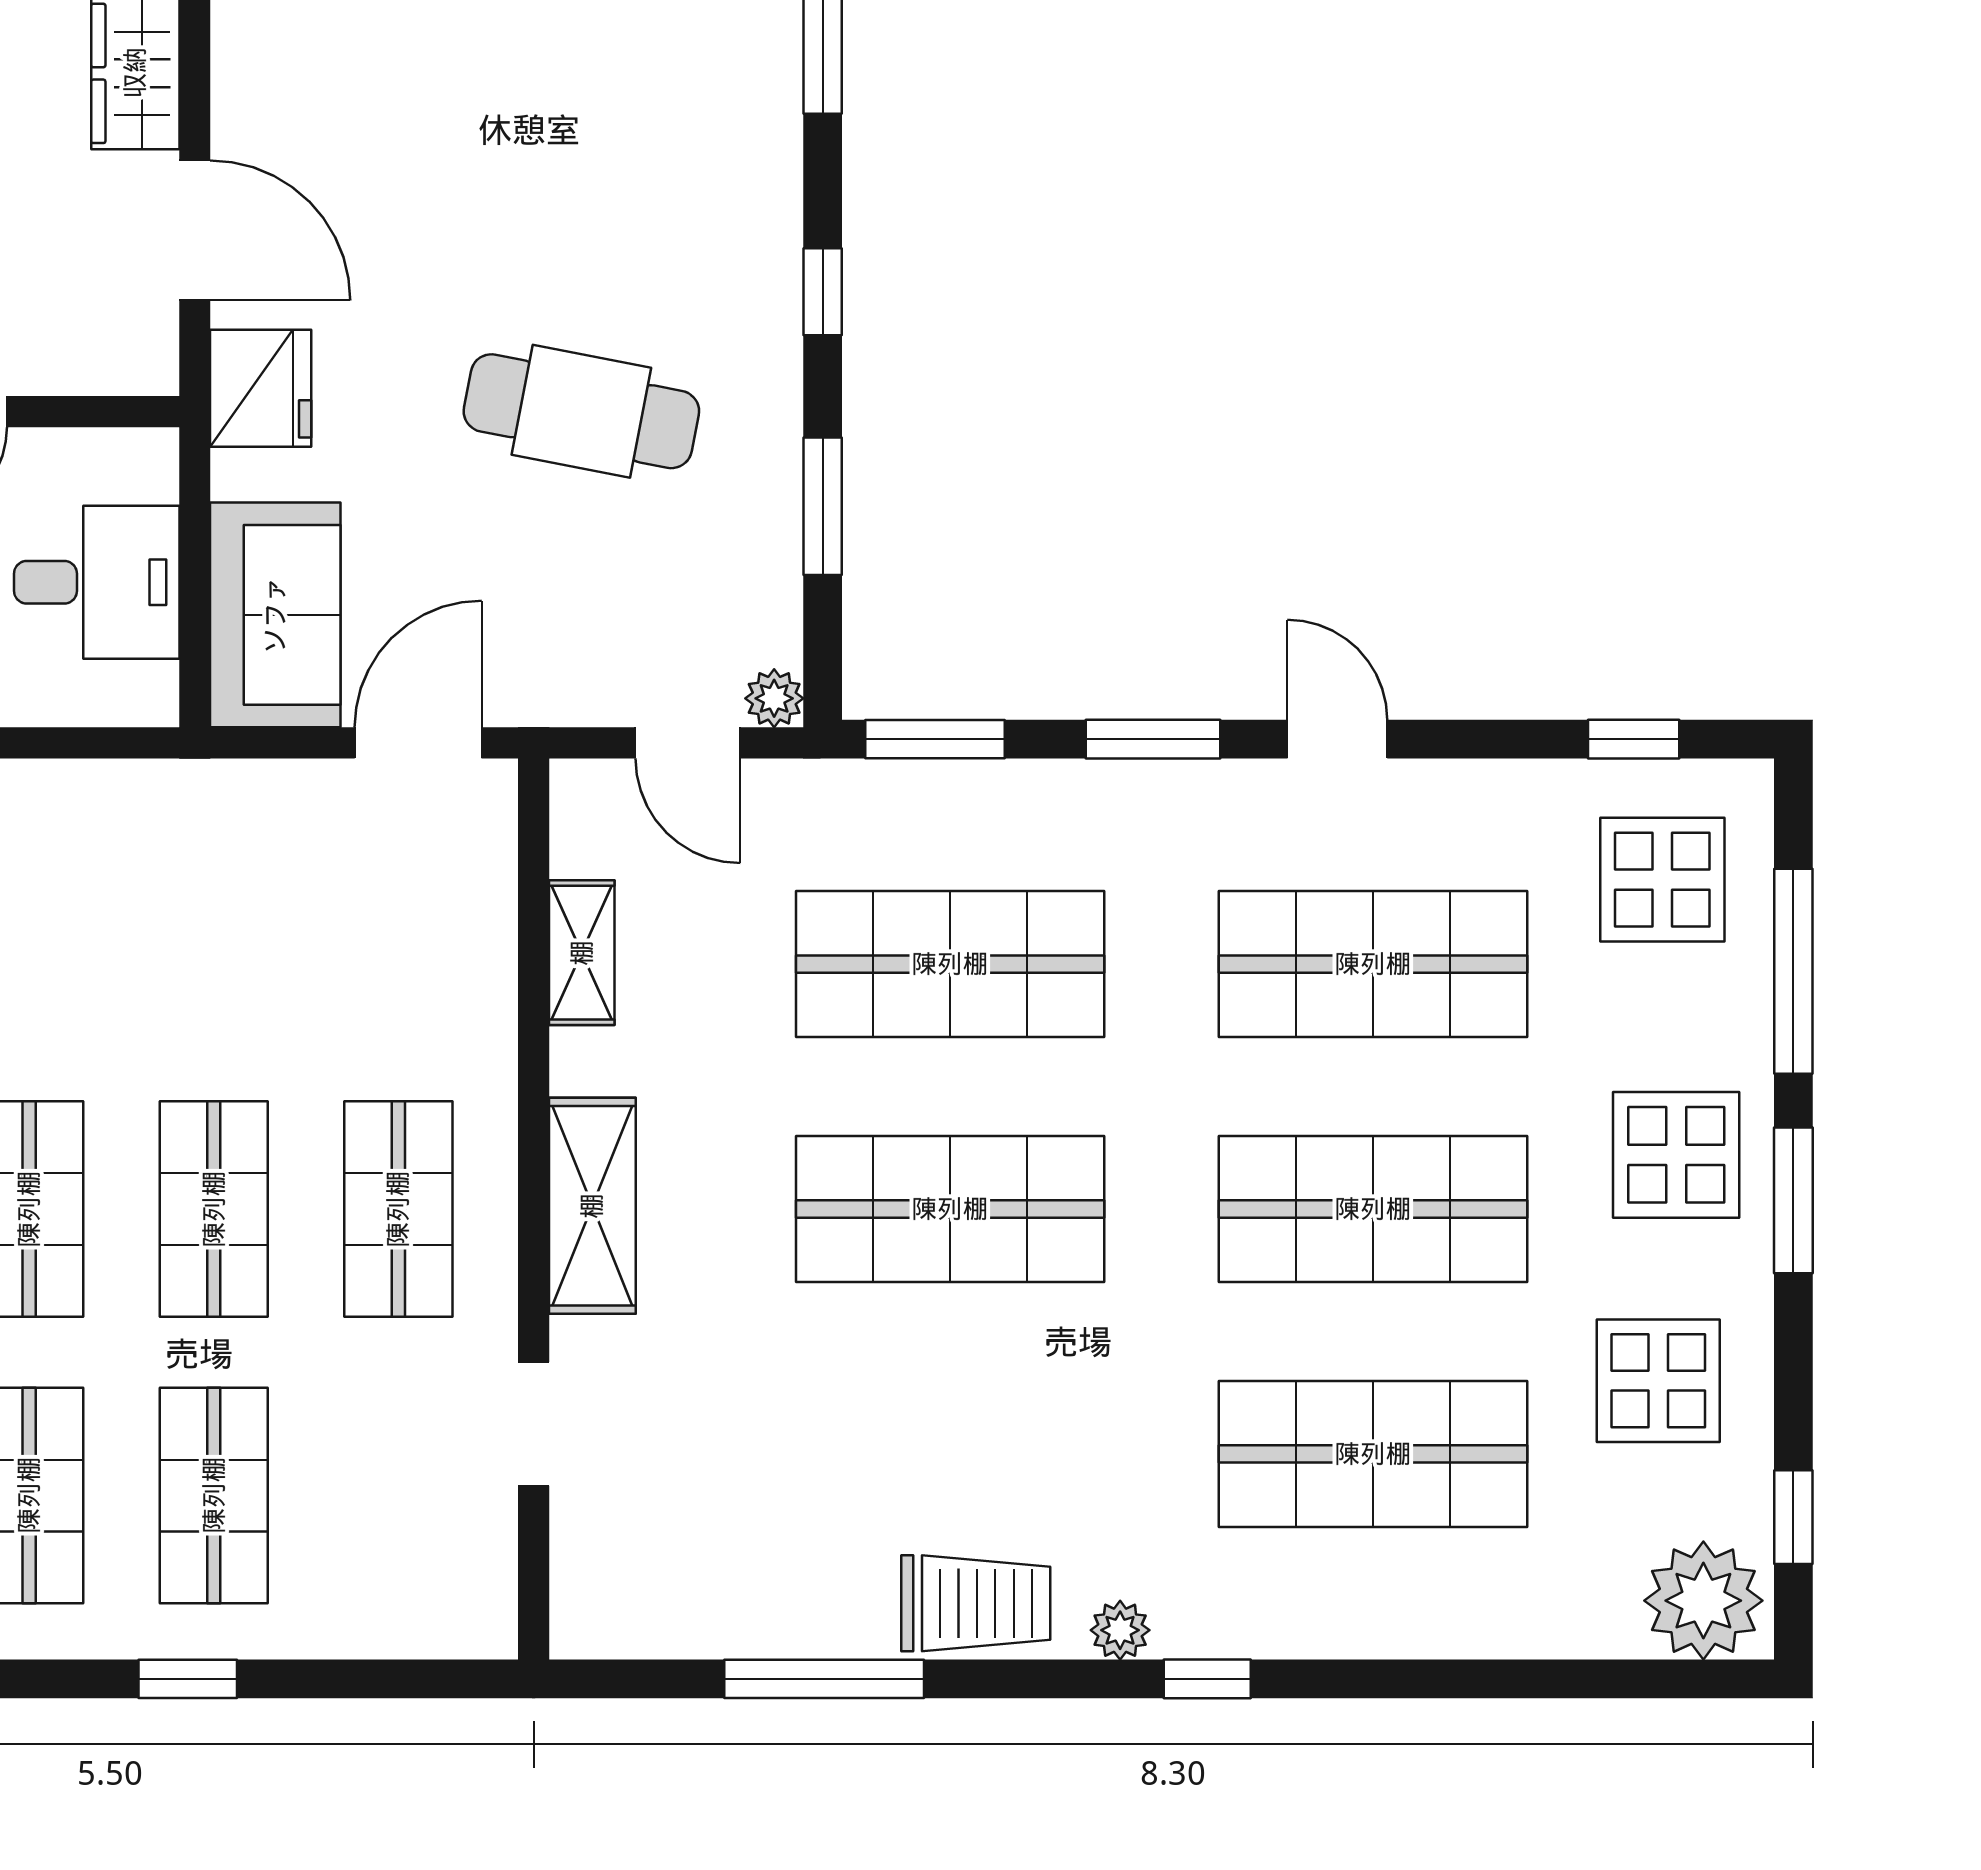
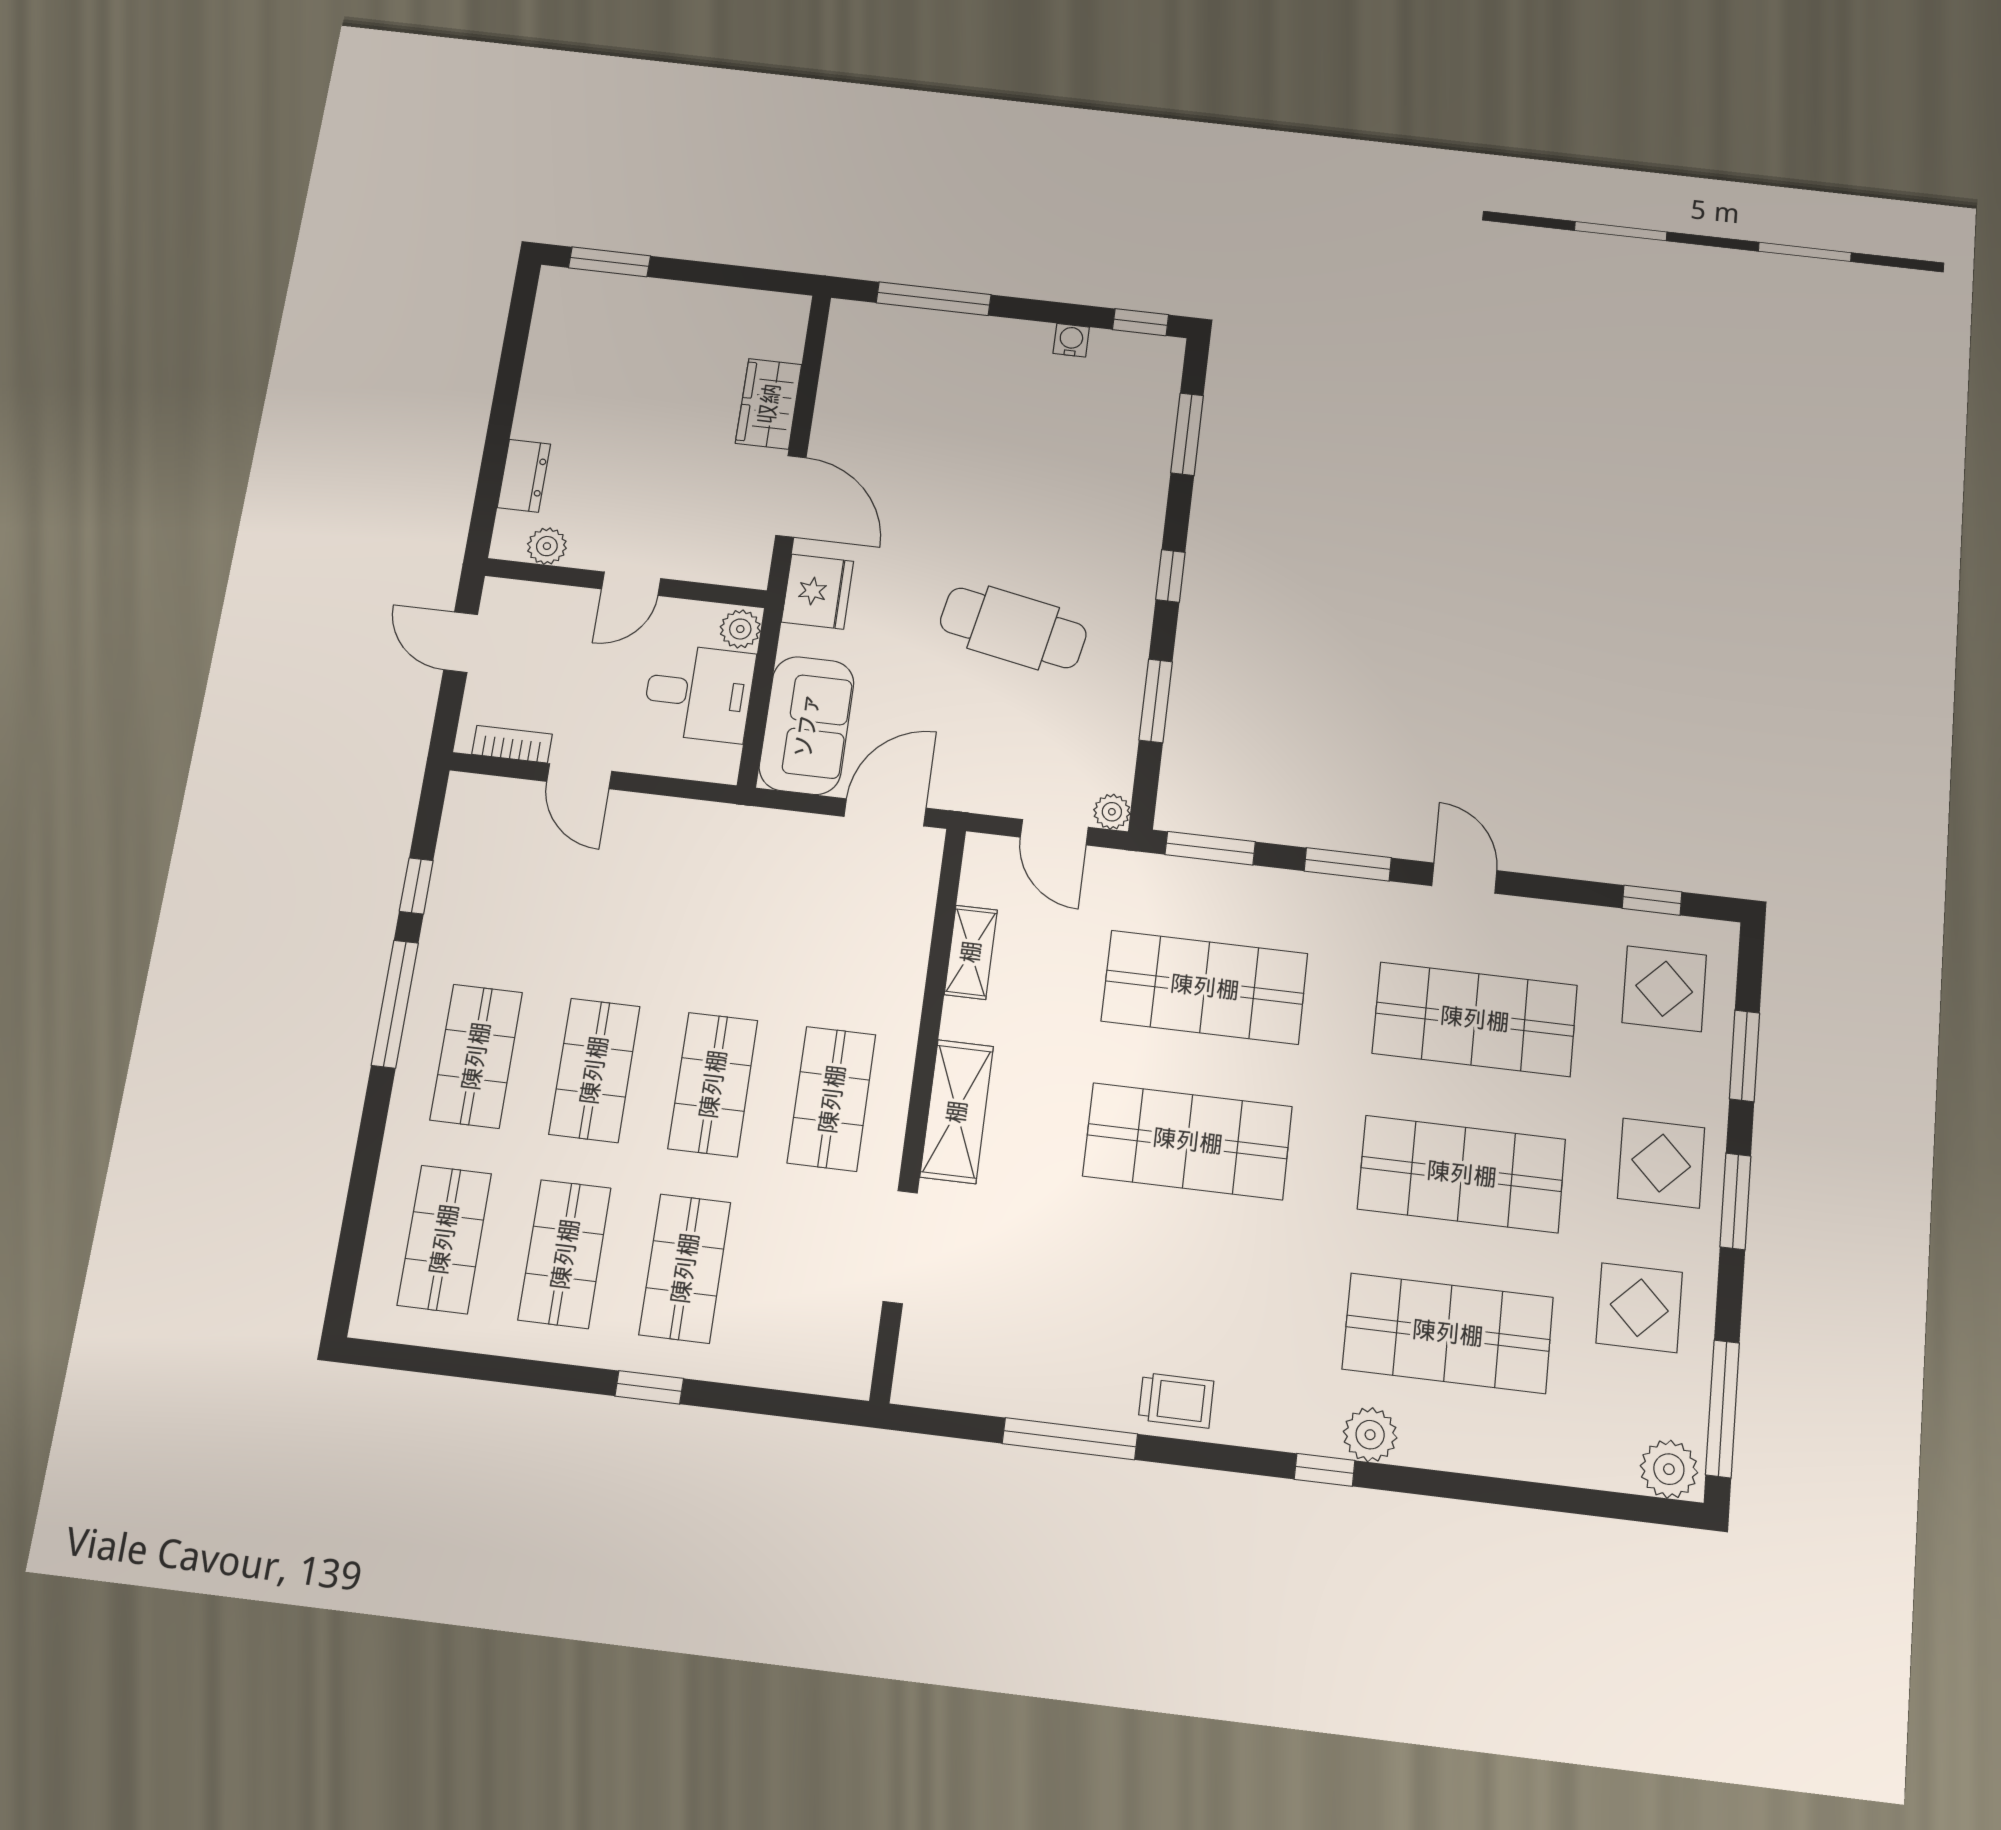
plant: (147, 467) -> (740, 629), added
window: (1793, 971) -> (1744, 1056), width x0.69
doorway: (534, 1424) -> (900, 1247), width x1.38
window: (1793, 1517) -> (1723, 1409), width x2.17
plant: (1703, 1601) -> (1669, 1469), width x0.73, depth x0.73
trolley: (976, 1603) -> (1176, 1400), width x0.73, depth x0.72
plant: (1120, 1630) -> (1370, 1435), moved, width x1.38, depth x1.38

